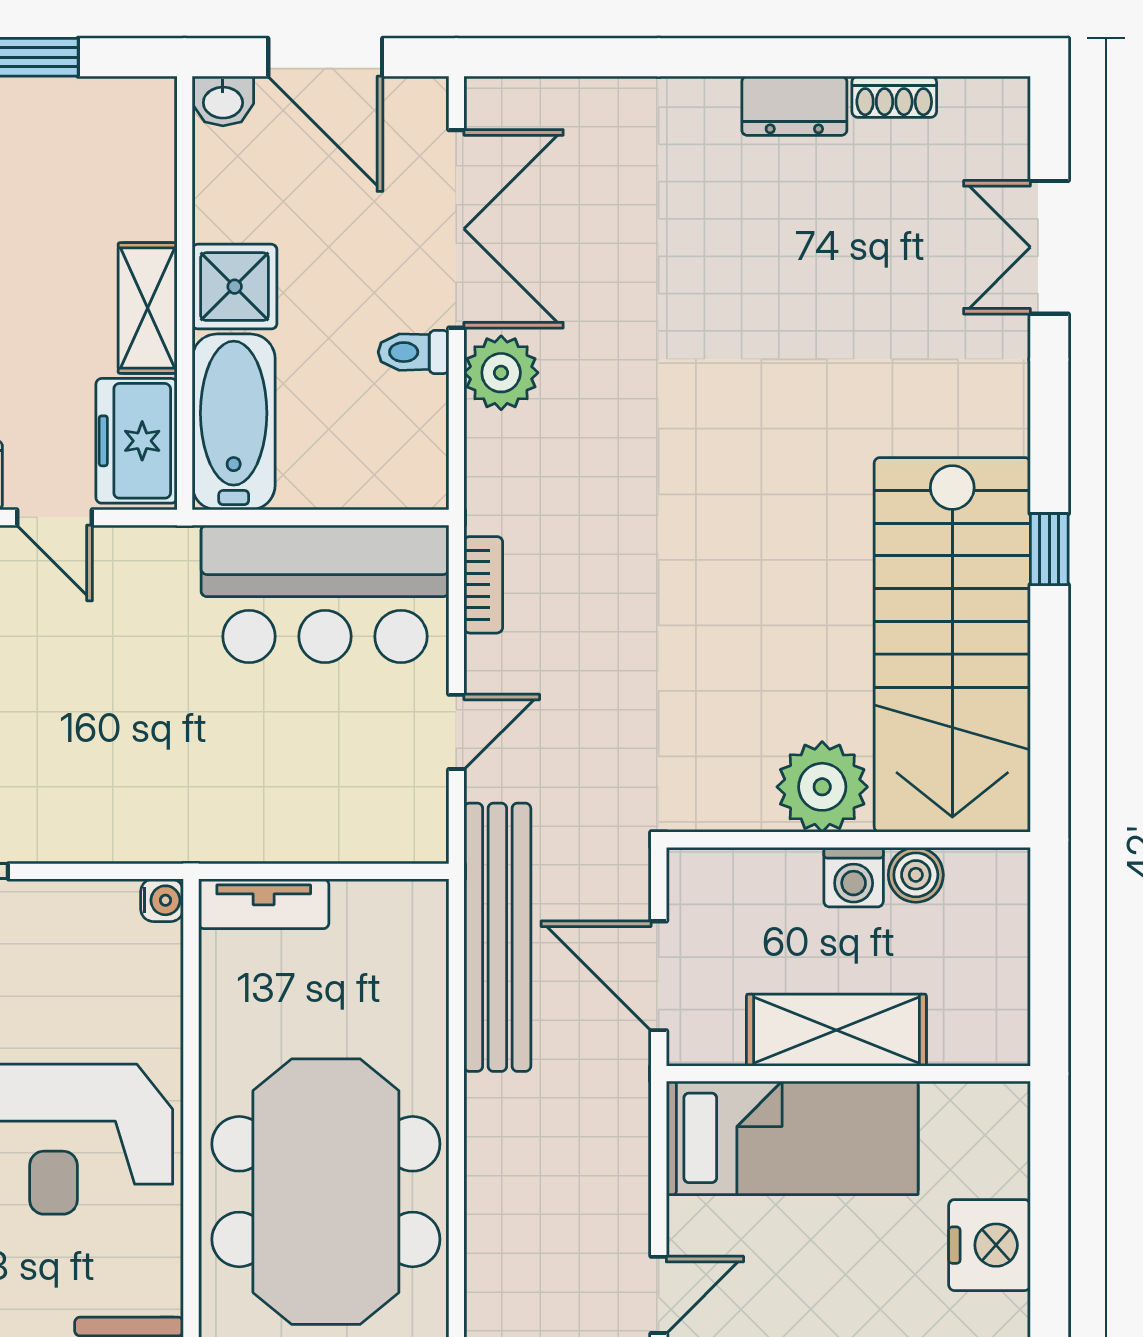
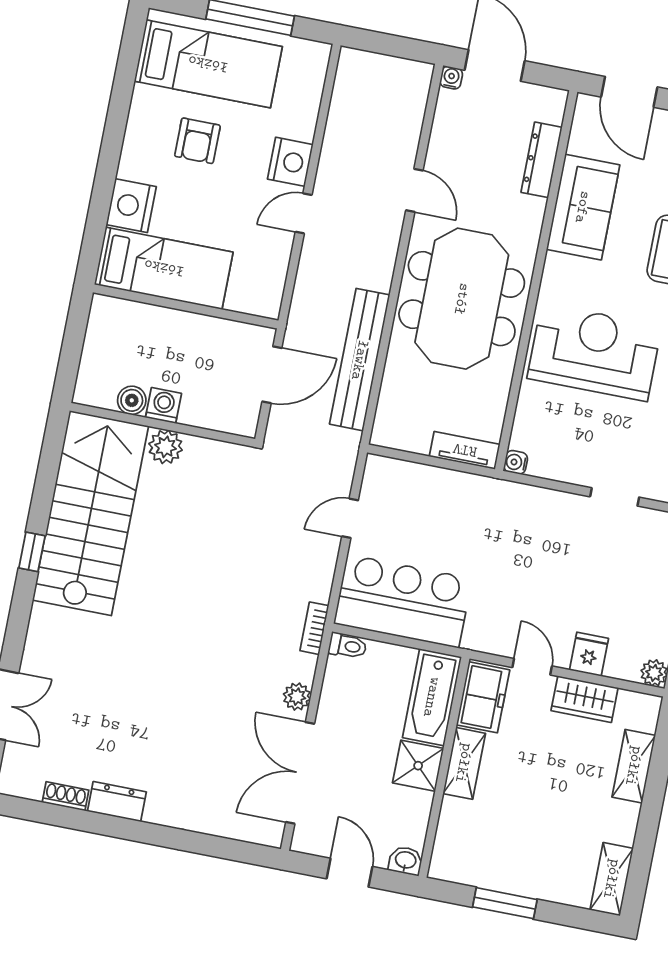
door: (325, 57) -> (349, 873), width x0.73
toilet: (414, 352) -> (348, 646), moved
plant: (501, 373) -> (297, 697), width x0.73, depth x0.73
bookcase: (483, 585) -> (314, 628), moved
plant: (822, 787) -> (165, 447), width x0.73, depth x0.73
bench: (497, 937) -> (360, 360), moved
door: (659, 976) -> (272, 375), hinge flipped
shelving: (836, 1030) -> (187, 330), removed
bed: (792, 1138) -> (164, 268), moved, turned 180

